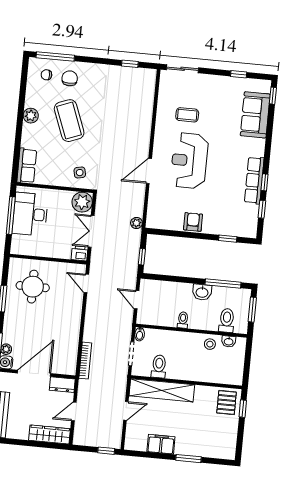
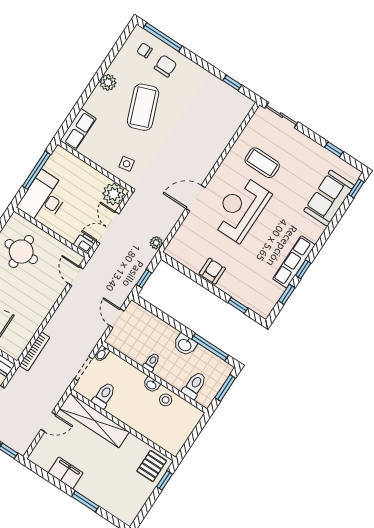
coffee table: (187, 115) -> (262, 163), width x1.36, depth x1.30
desk: (30, 214) -> (44, 198), moved
washbasin: (229, 341) -> (151, 385), moved

